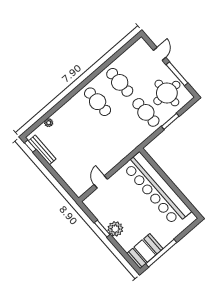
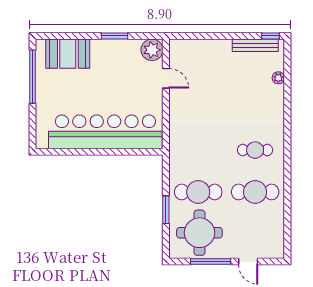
cafe table: (98, 102) -> (255, 150), width x0.73, depth x0.74
plant: (115, 229) -> (152, 50), moved
booth: (145, 251) -> (68, 54), moved, turned 90

